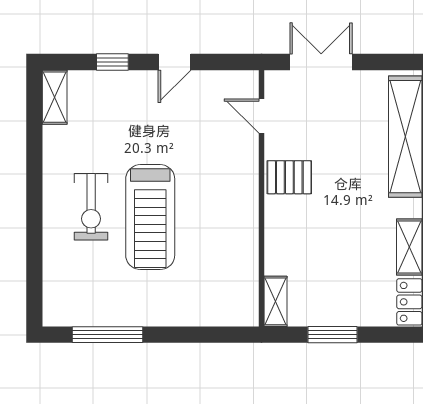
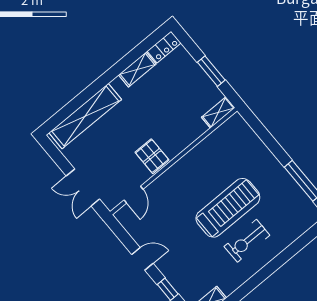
exercise bike: (91, 207) -> (247, 241), turned 180

